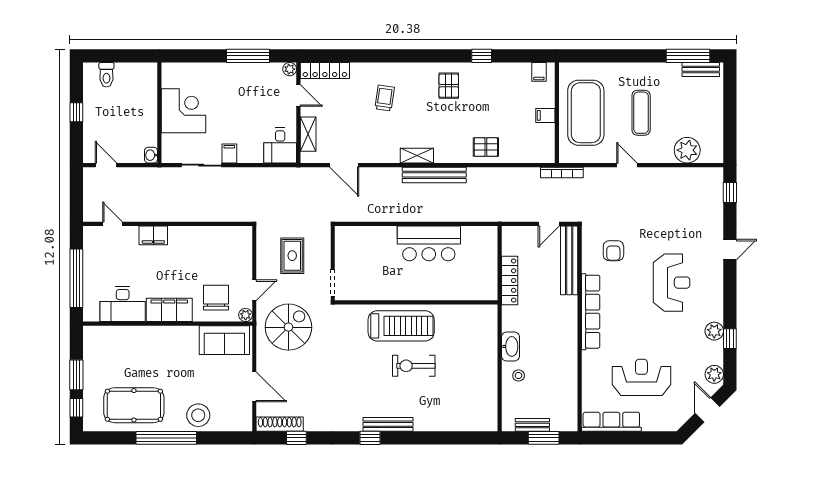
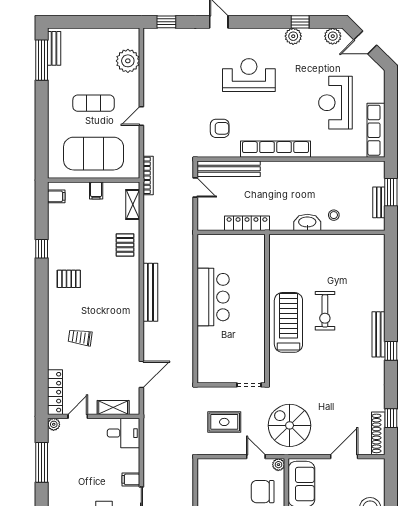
shelving: (417, 156) -> (133, 204), moved

